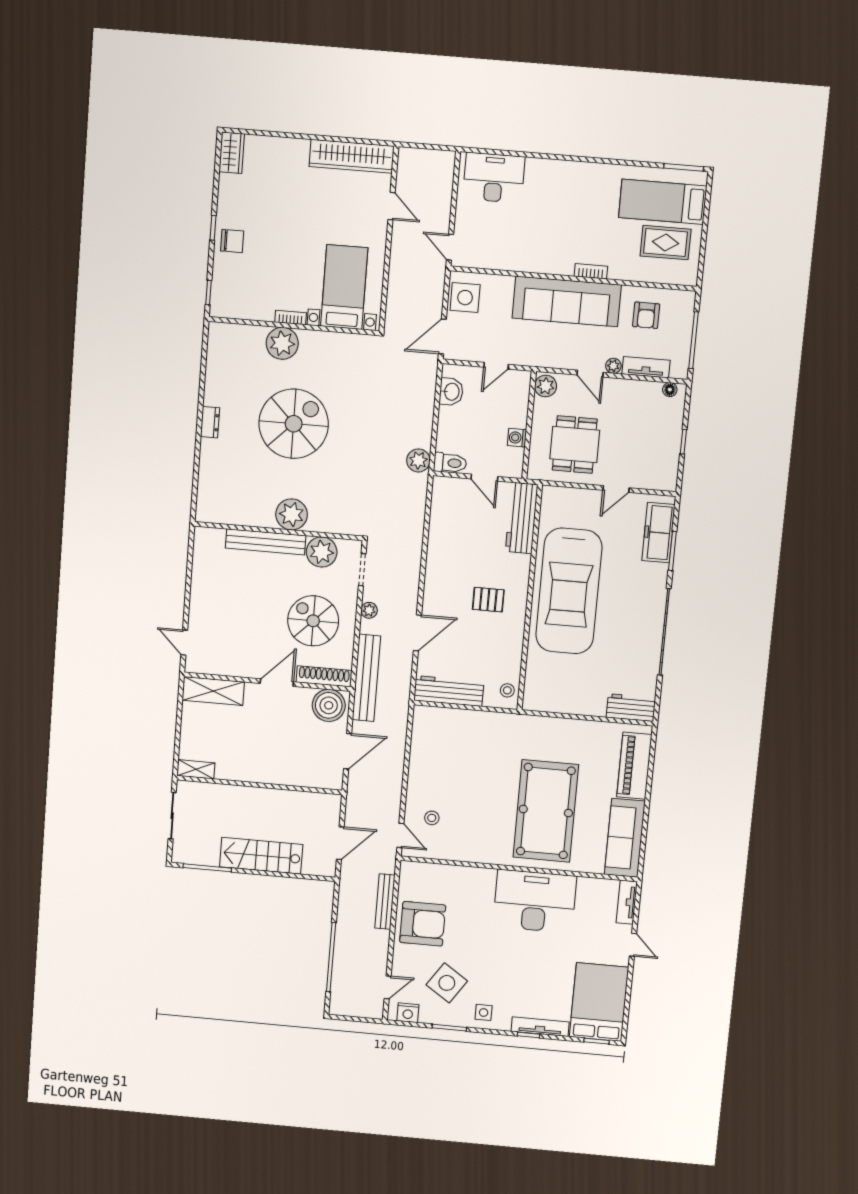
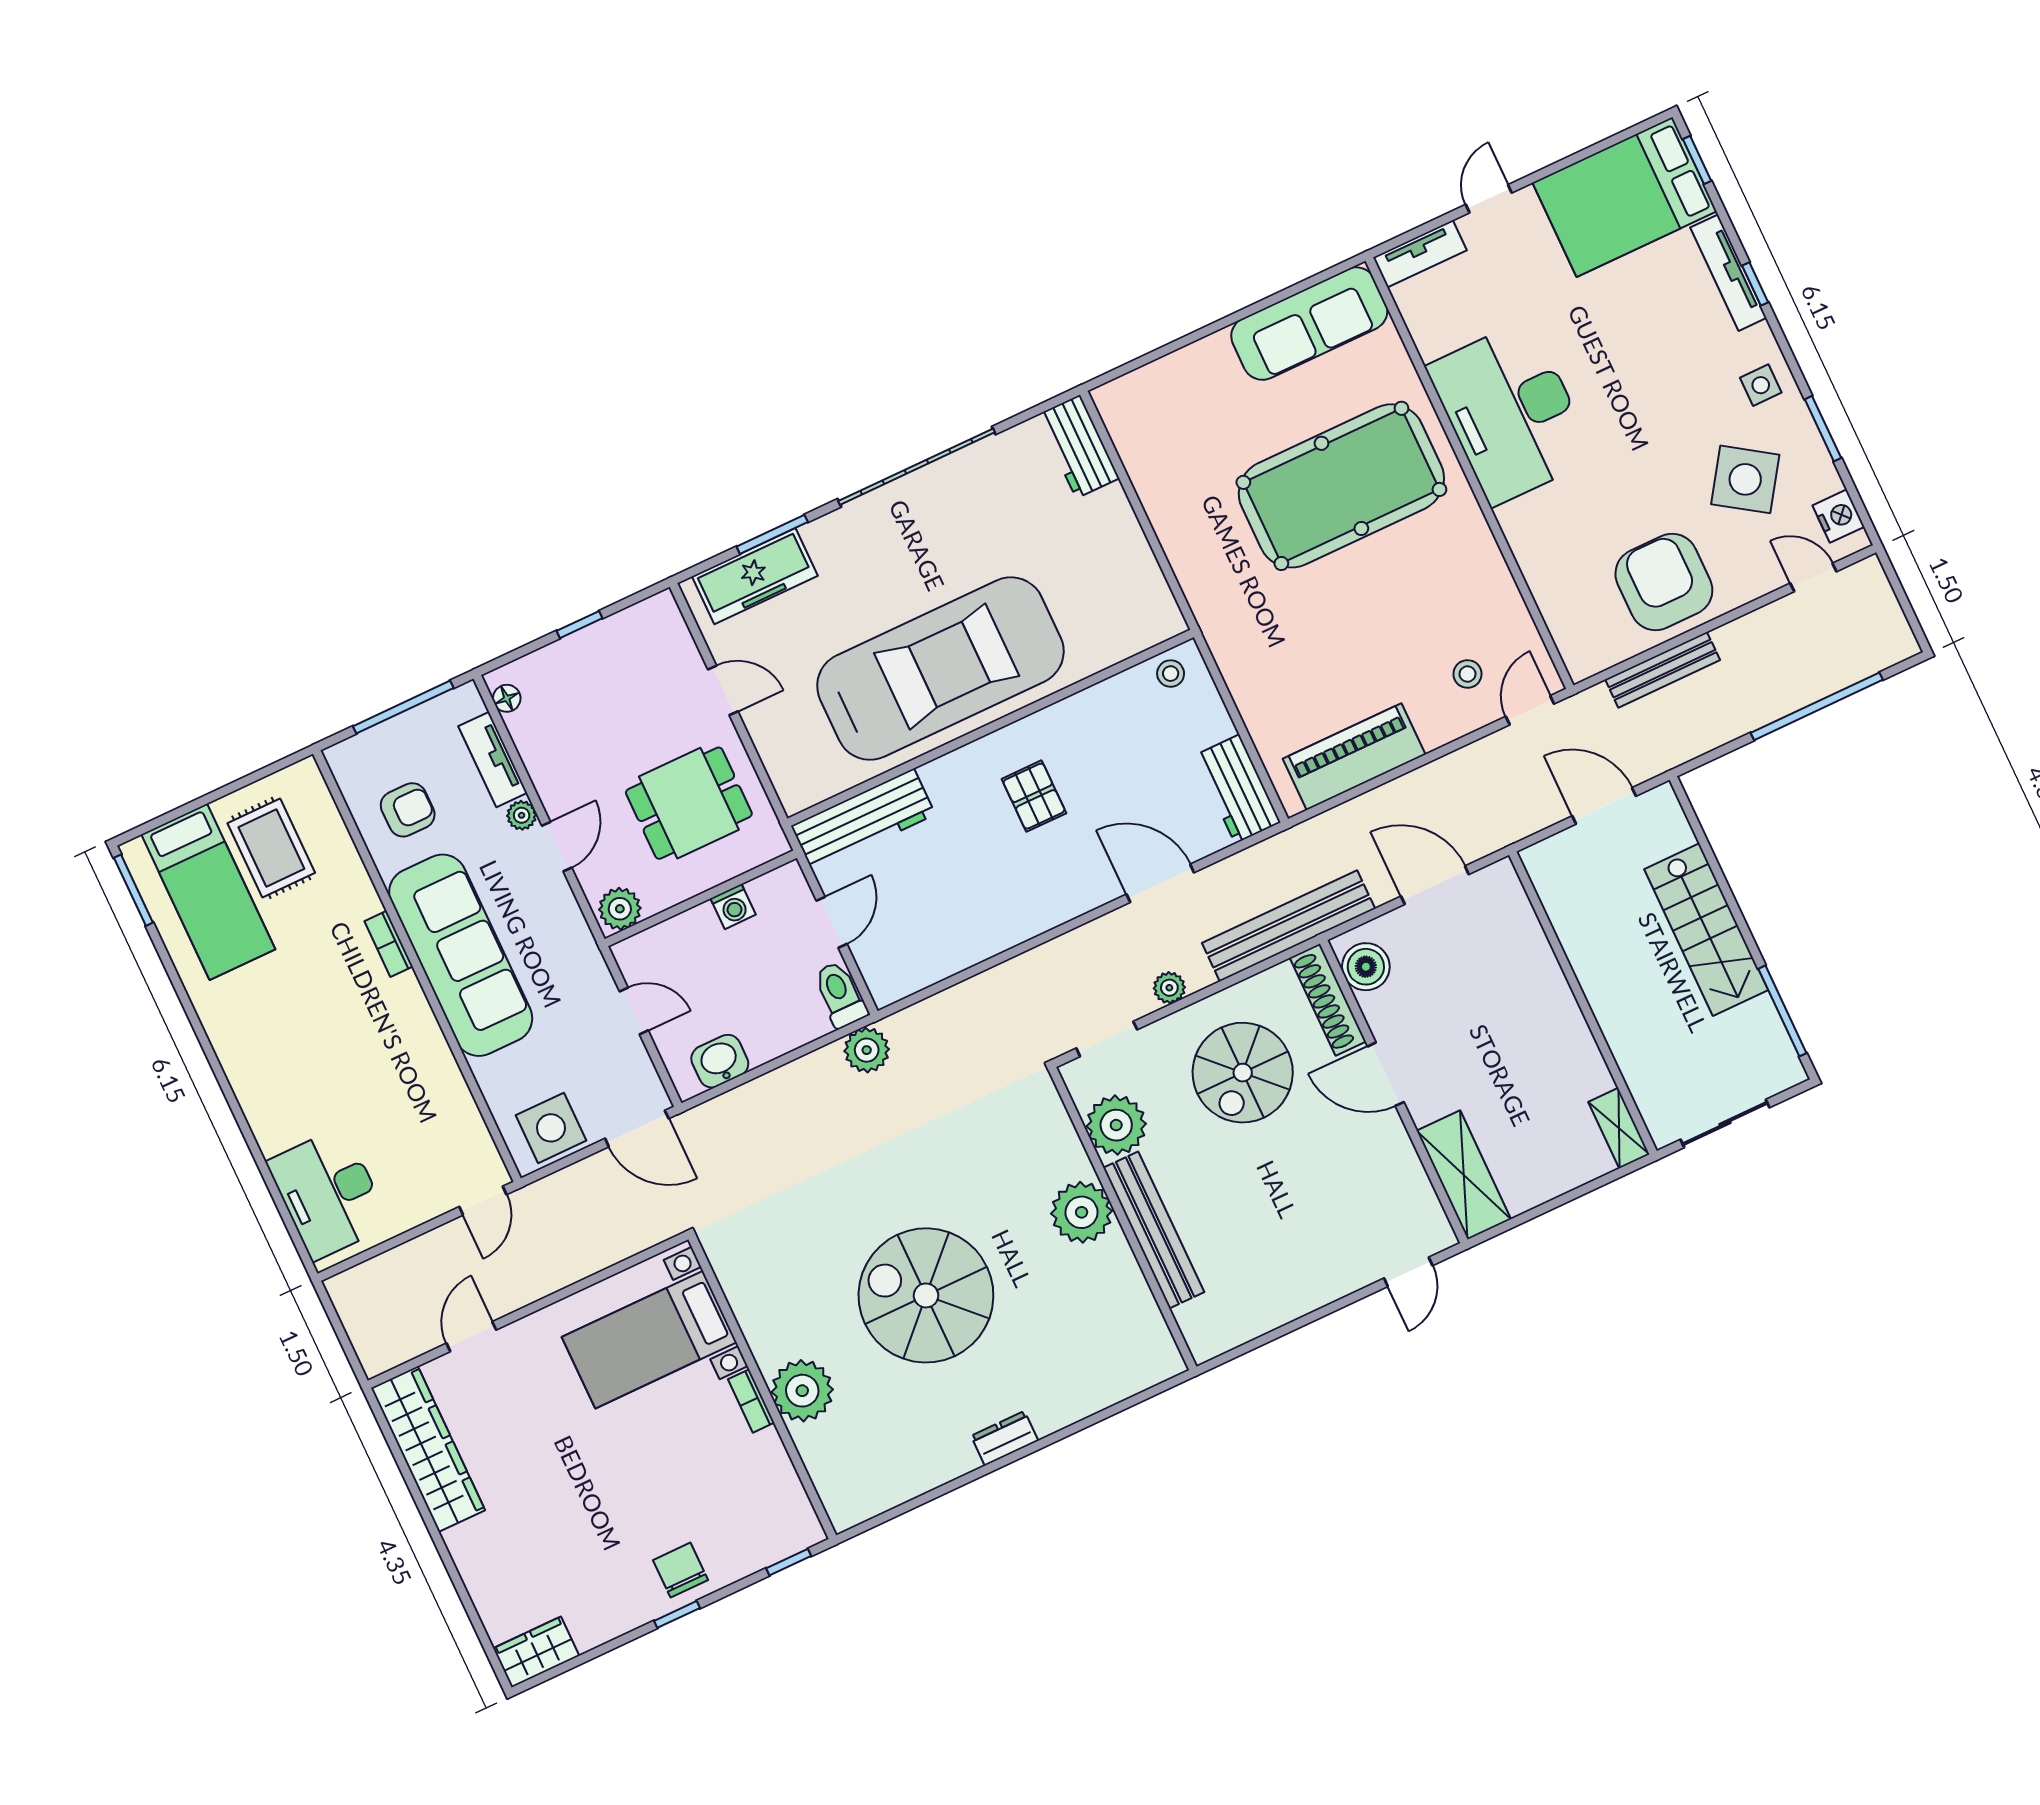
workbench: (449, 691) -> (1237, 789), width x0.73
boiler: (329, 705) -> (1366, 967), width x0.73, depth x0.73
piano: (634, 766) -> (1354, 757), moved, turned 180

